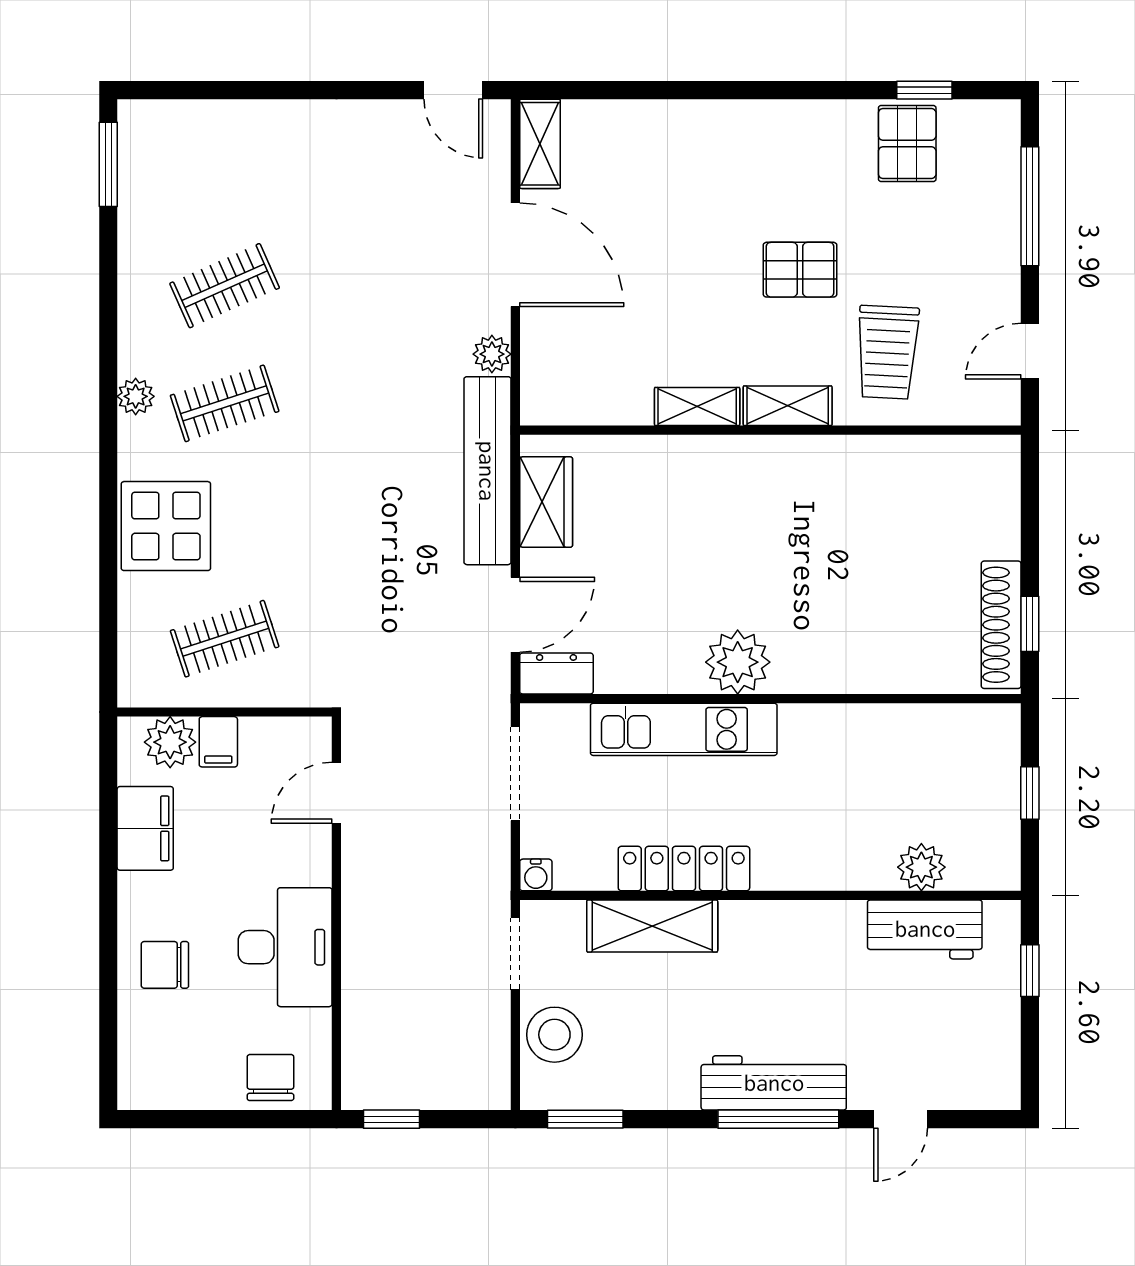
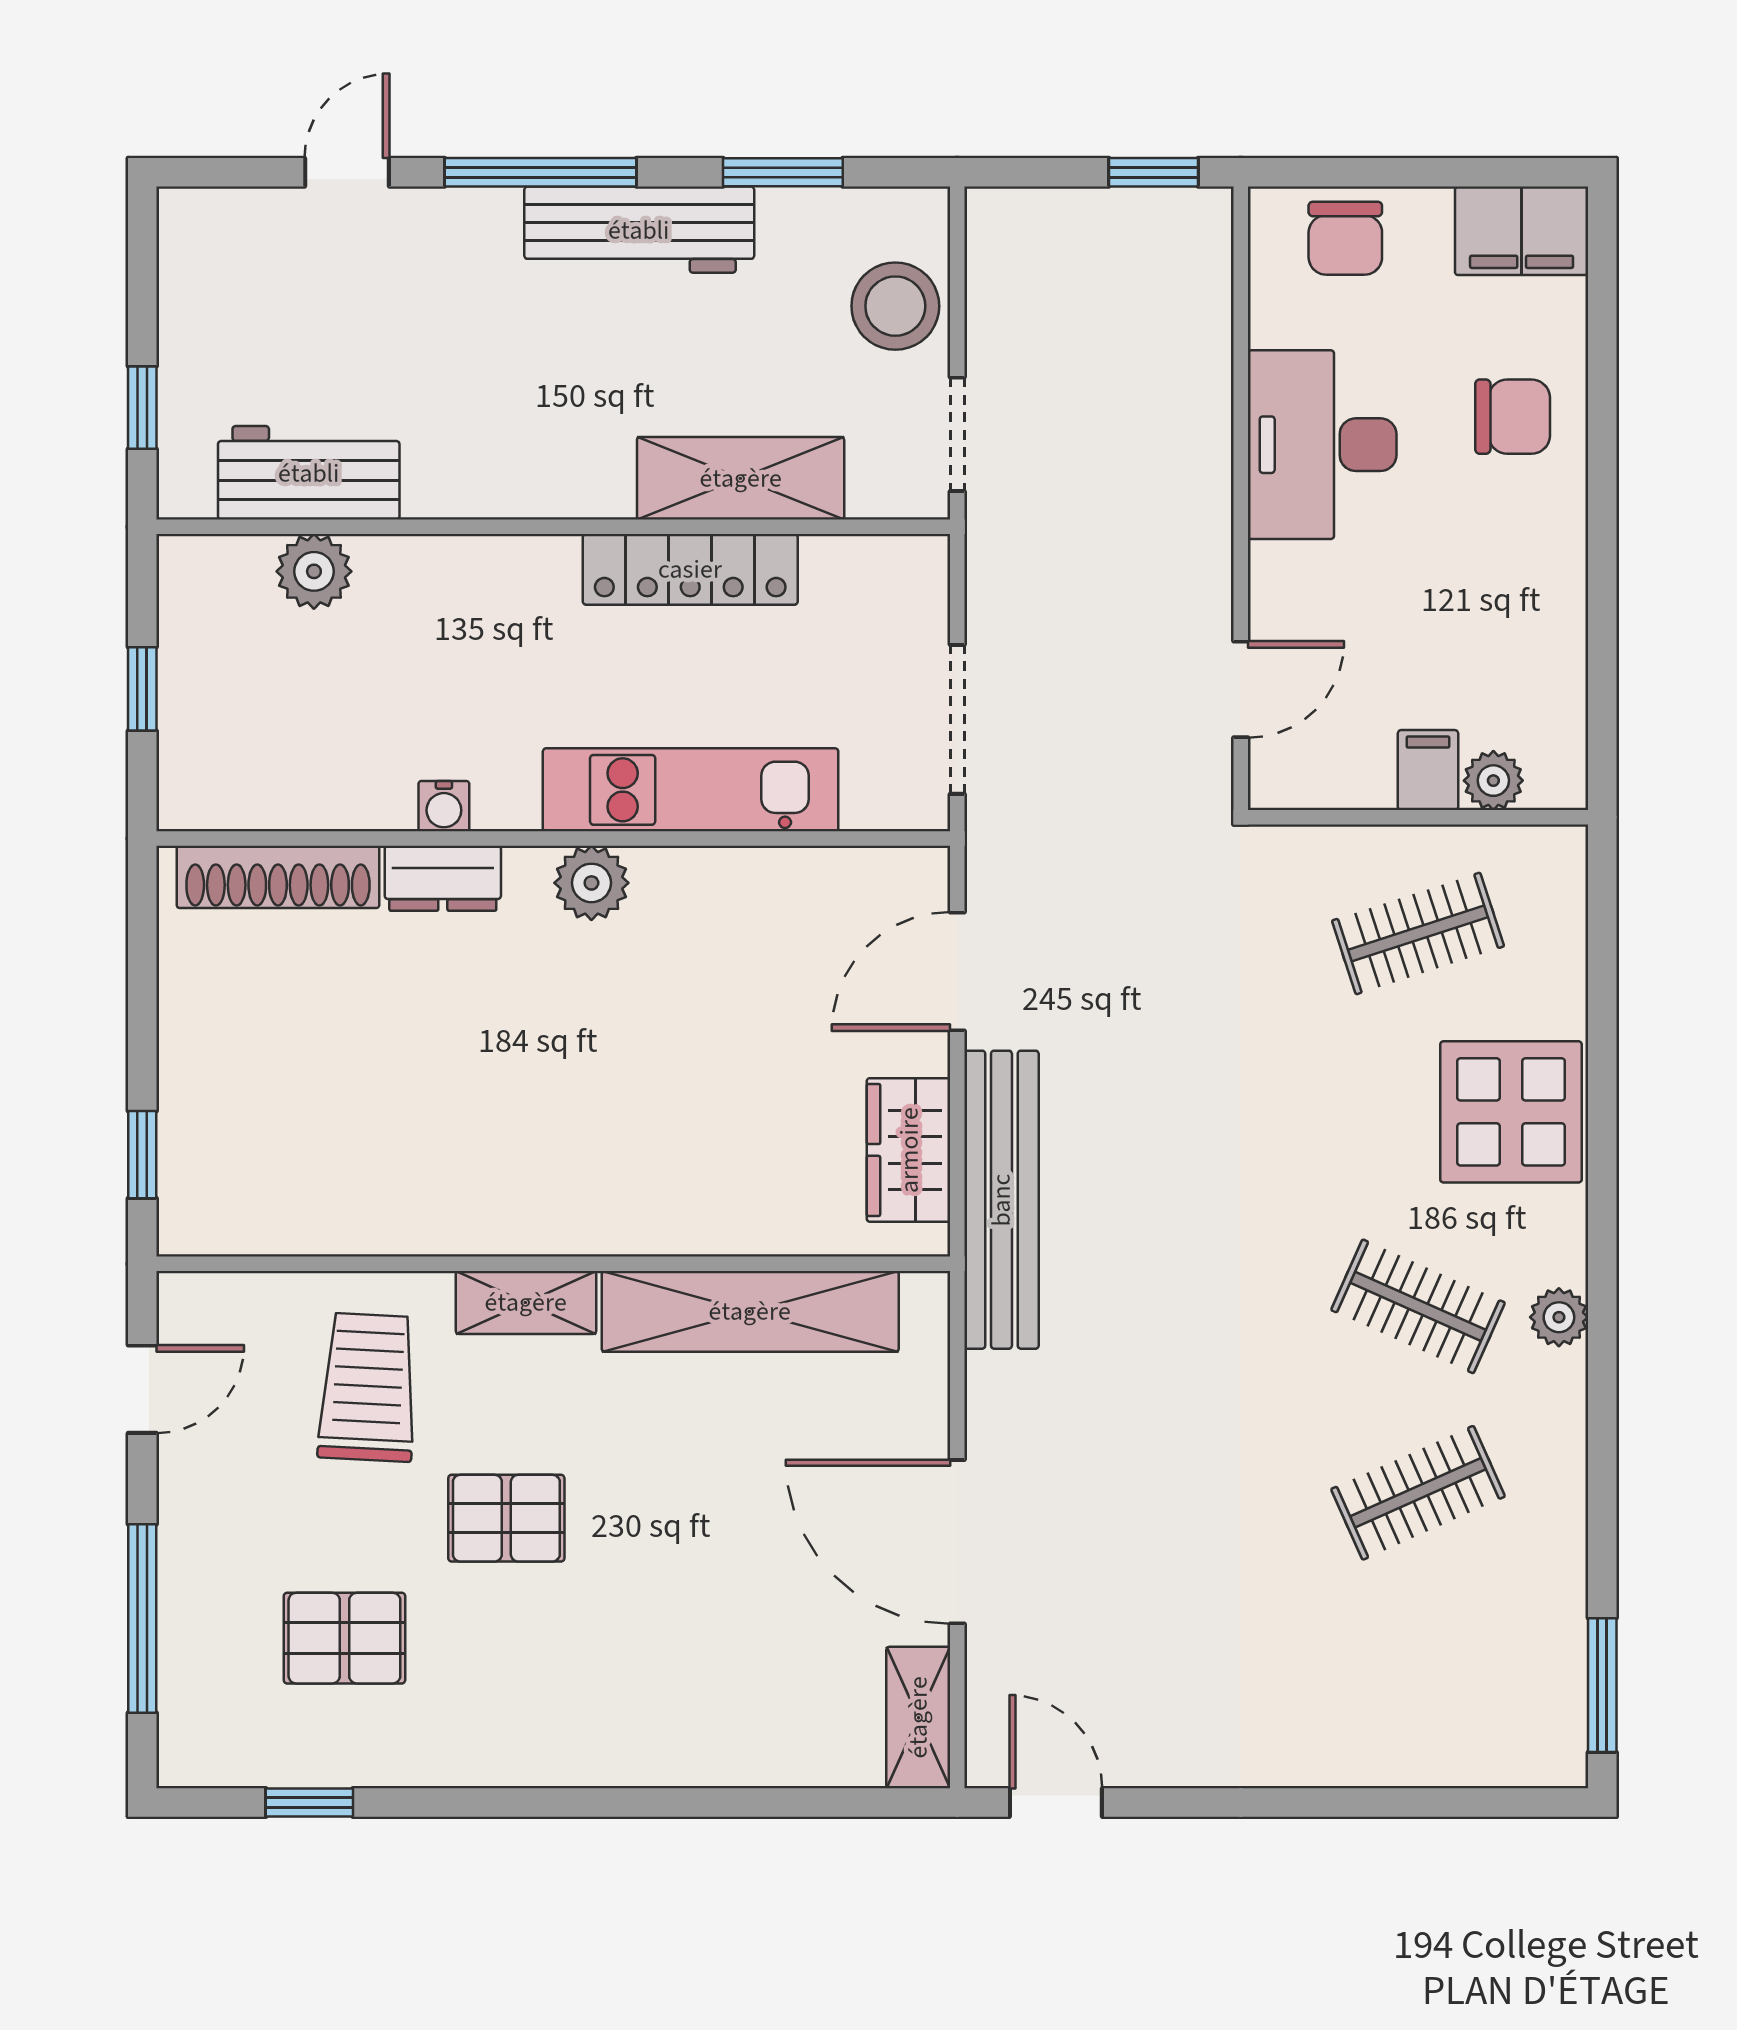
pallet: (907, 143) -> (344, 1638), moved, turned 90
plant: (492, 354) -> (994, 1384), removed
clothes rail: (225, 403) -> (1418, 1306), turned 42
shelving: (697, 407) -> (750, 1311), width x2.20, depth x1.33
window: (1030, 624) -> (142, 1155), moved
shoe rack: (1001, 625) -> (278, 877), moved, turned 90
plant: (738, 662) -> (591, 883), width x0.73, depth x0.73
dresser: (556, 674) -> (443, 878), moved
plant: (170, 742) -> (1493, 781), width x0.73, depth x0.73
filing cabinet: (145, 828) -> (1522, 231), moved, turned -90
water cooler: (536, 875) -> (444, 806), moved, turned 180
workbench: (774, 1083) -> (639, 230), moved
window: (585, 1119) -> (783, 172), moved

